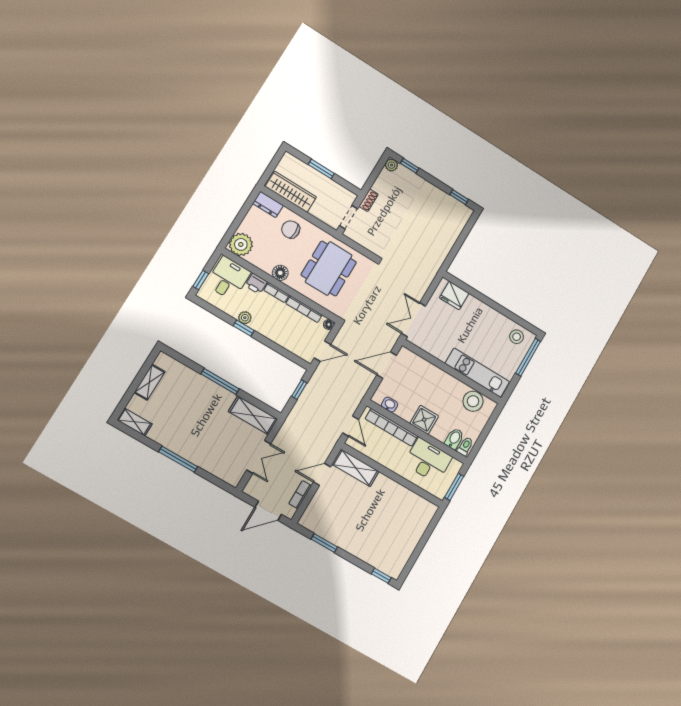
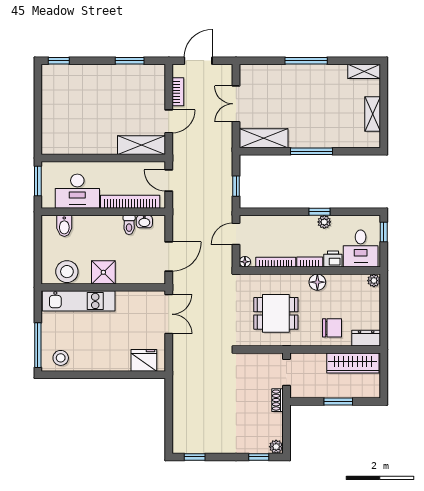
plant: (241, 244) -> (374, 281), width x0.53, depth x0.53
dining table: (329, 269) -> (276, 313), width x0.73
shower: (424, 420) -> (103, 272), moved
toilet: (465, 446) -> (129, 225), moved

